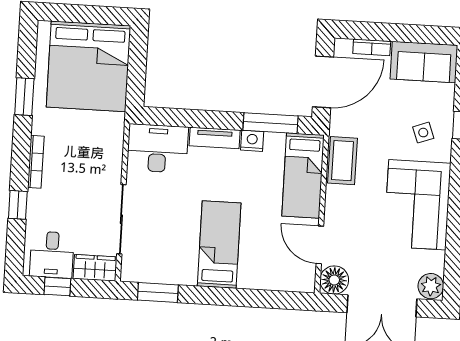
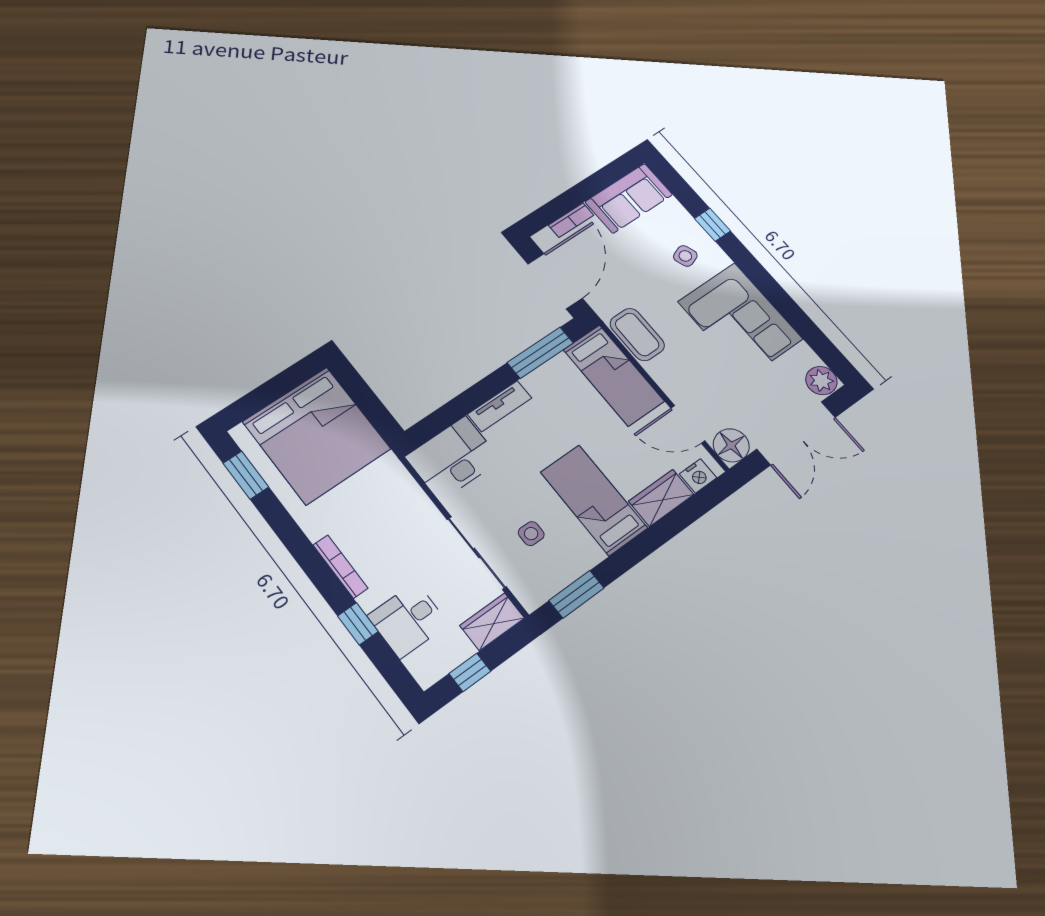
window: (24, 97) -> (246, 475), moved
nightstand: (252, 141) -> (698, 476), moved, turned 180
side table: (164, 234) -> (531, 534), added
desk: (52, 255) -> (408, 620), moved, turned 90
wardrobe: (261, 277) -> (661, 498), added

